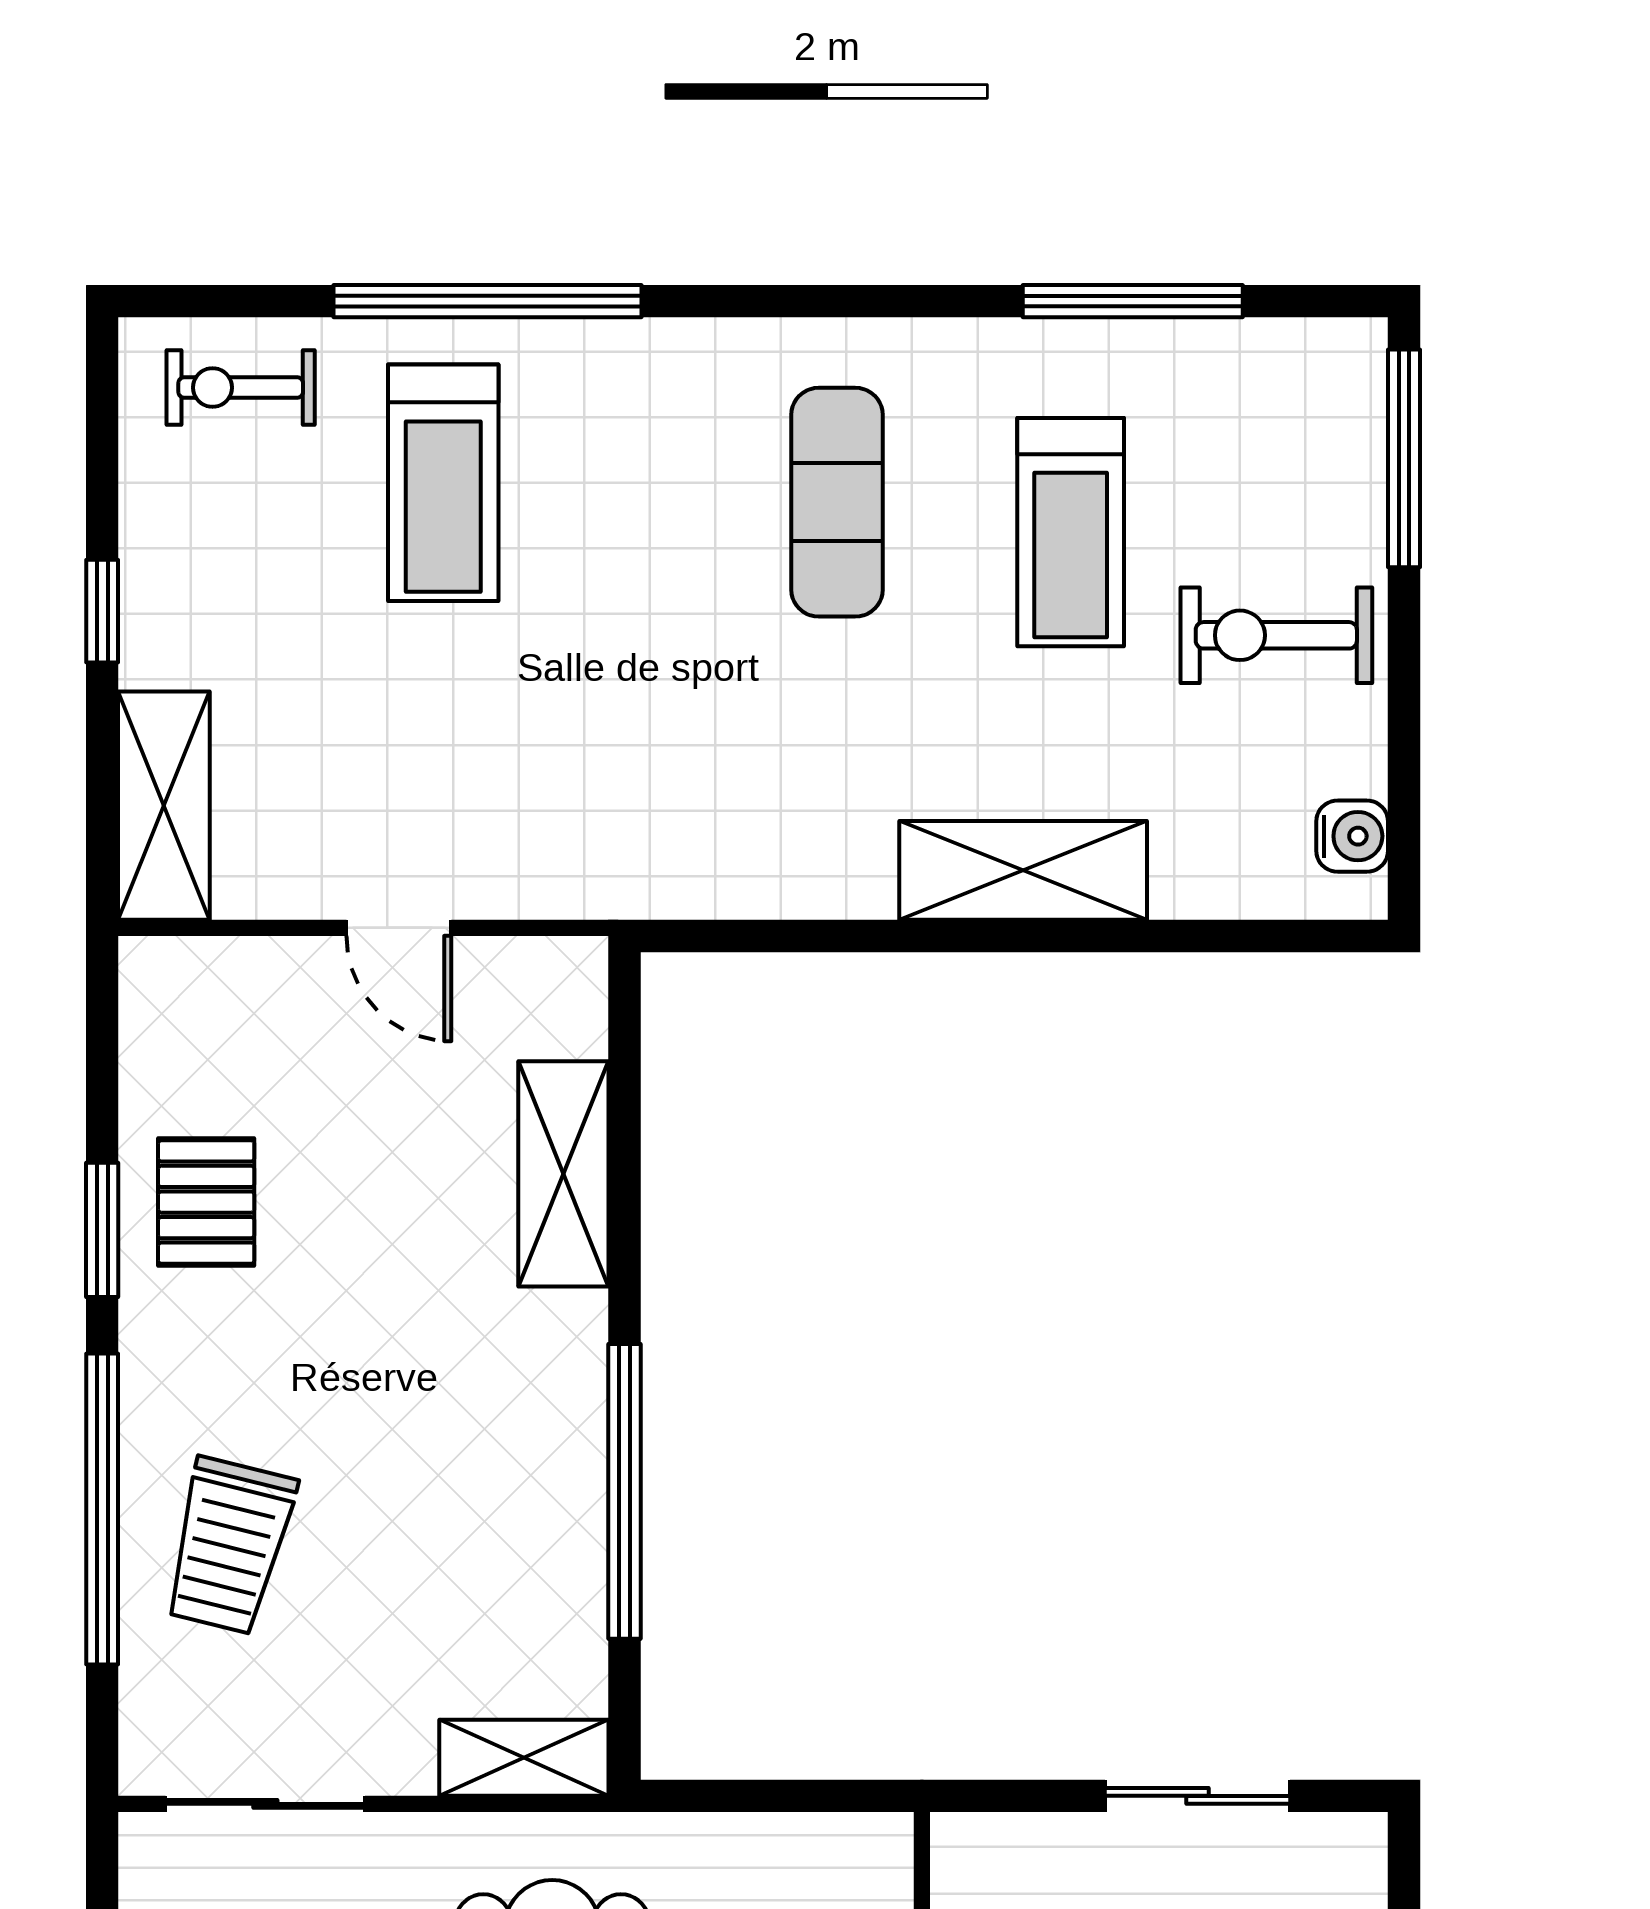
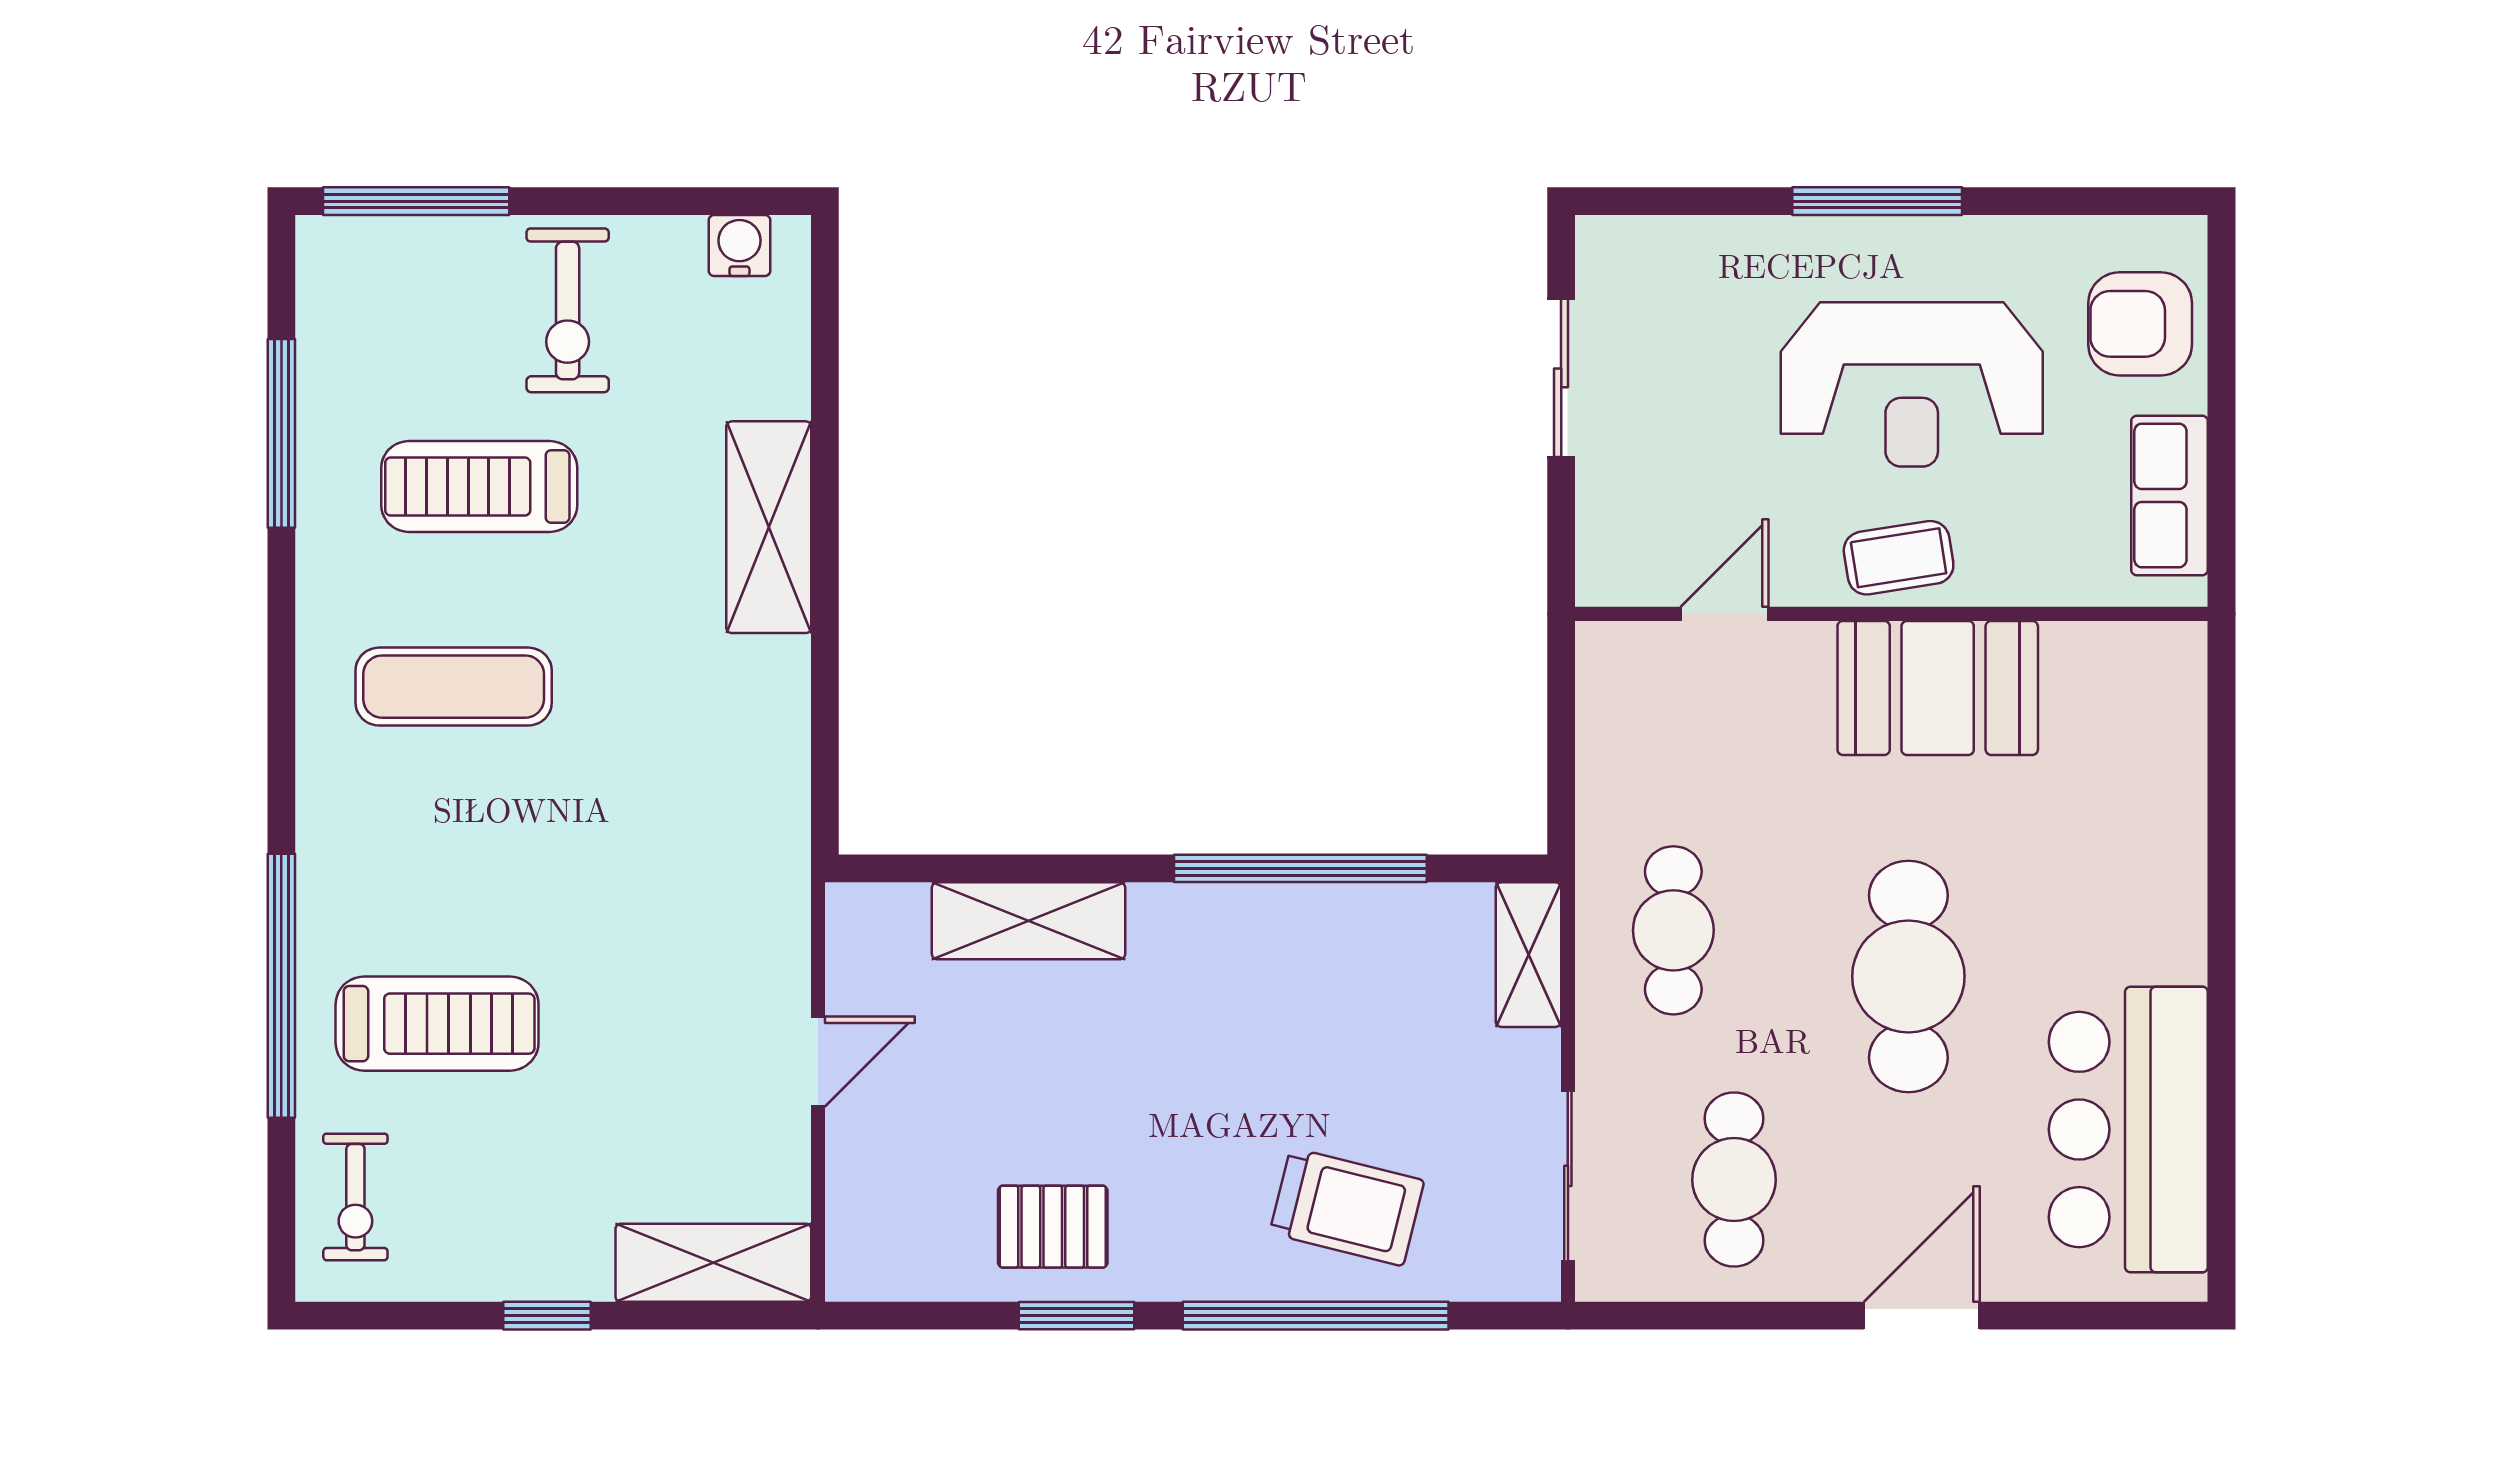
treadmill: (1071, 532) -> (479, 487), turned 180

